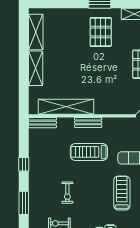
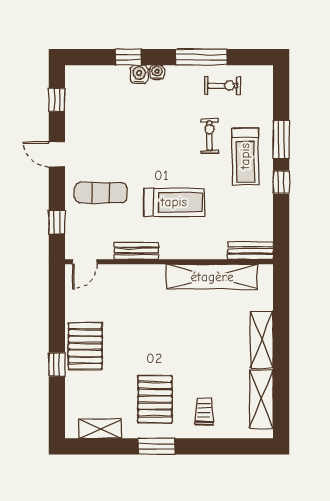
trolley: (71, 24) -> (204, 412), added
bench: (88, 122) -> (136, 251), moved
treadmill: (122, 193) -> (245, 156), moved
window: (24, 203) -> (281, 140), moved

